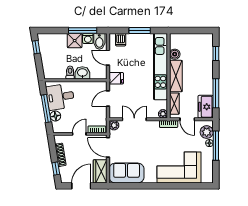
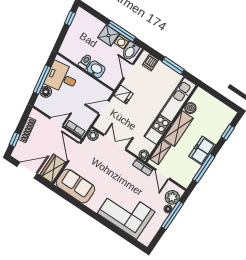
freezer: (206, 107) -> (202, 151), moved

